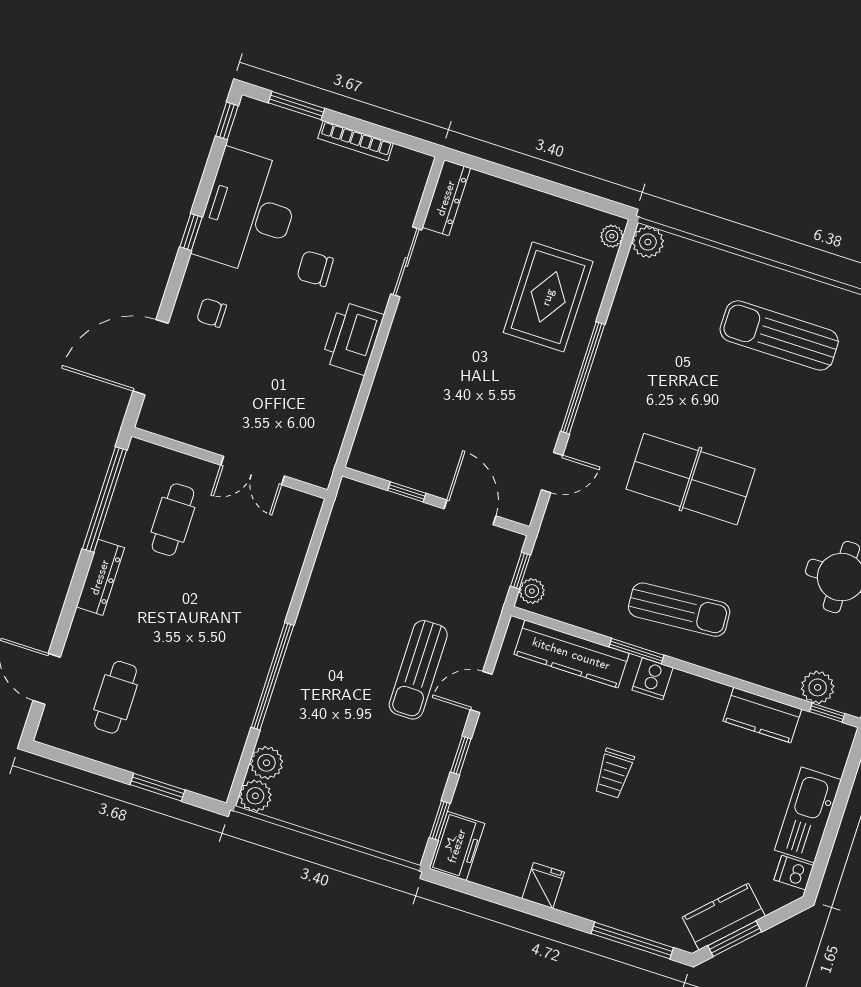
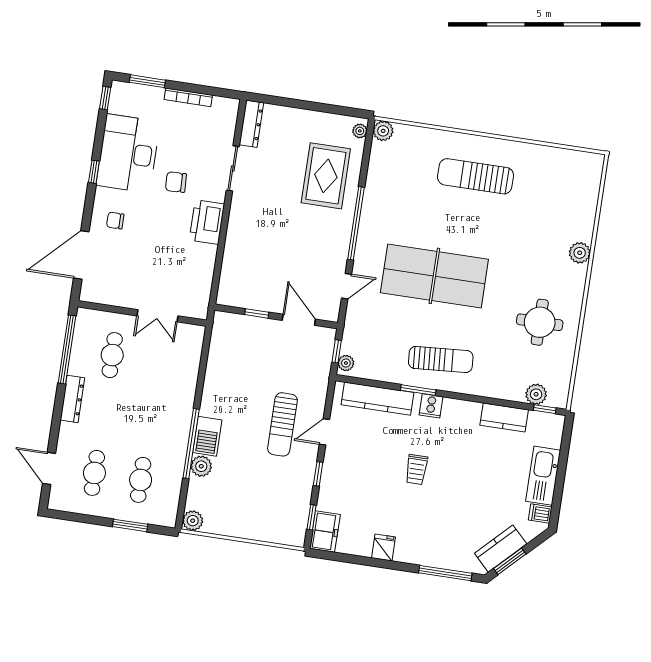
table tennis table: (690, 479) -> (434, 276), width x1.36, depth x1.32
barbecue: (299, 669) -> (207, 436), added
cafe table: (185, 720) -> (141, 480), added
plant: (266, 763) -> (201, 466), moved

